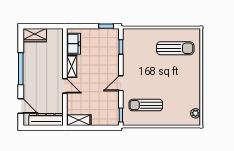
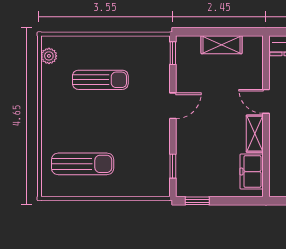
sun lounger: (175, 48) -> (83, 164), turned 180
sun lounger: (146, 105) -> (100, 80), moved
shelving: (79, 120) -> (222, 45), moved

